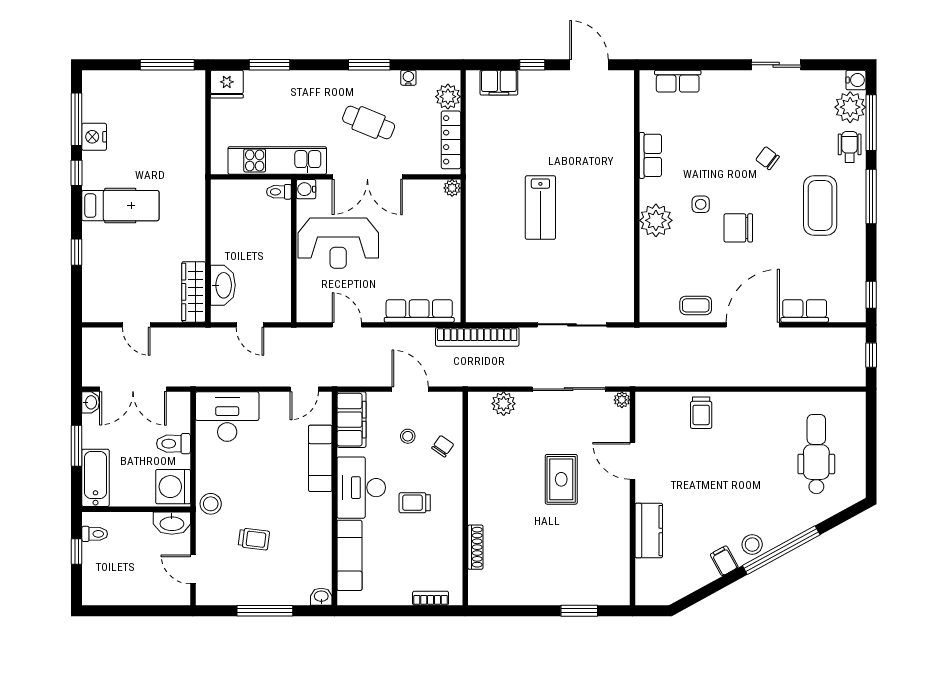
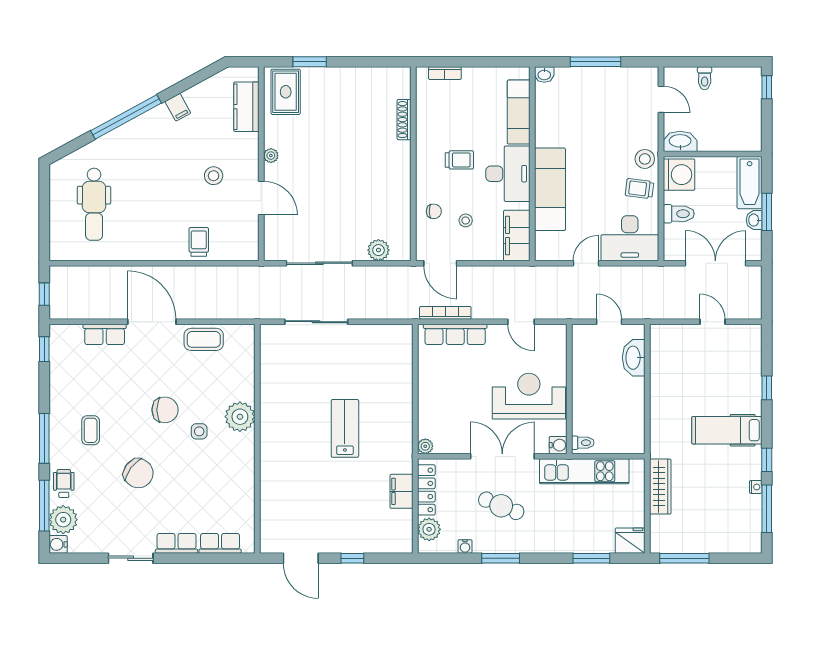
filing cabinet: (499, 83) -> (401, 491), moved, turned -90
nightstand: (94, 137) -> (756, 487), width x0.53, depth x0.56
wheelchair: (850, 147) -> (64, 484), turned 180
row of seats: (650, 155) -> (177, 543), moved, turned 90
chair: (768, 158) -> (138, 473), width x1.87, depth x1.87
coffee table: (820, 205) -> (91, 430), width x0.54, depth x0.58
wardrobe: (194, 292) -> (660, 487), moved
coffee table: (696, 305) -> (204, 339), width x1.36, depth x1.30
door: (753, 325) -> (152, 322), swing flipped
bookcase: (477, 337) -> (445, 313), moved, width x0.68, depth x0.76
door: (304, 389) -> (586, 263), moved
door: (410, 389) -> (440, 263), moved
plant: (622, 400) -> (271, 156), moved
washbasin: (91, 402) -> (754, 220), moved
chair: (443, 446) -> (434, 211), turned -125
exam couch: (320, 458) -> (550, 189), width x1.36, depth x1.45
rug: (561, 479) -> (286, 92), moved
kitchen counter: (649, 531) -> (246, 107), moved
toilet: (95, 534) -> (705, 78), moved, turned -90
trolley: (254, 539) -> (639, 189), moved
stool: (752, 545) -> (214, 176), moved
window: (77, 551) -> (767, 87), moved

